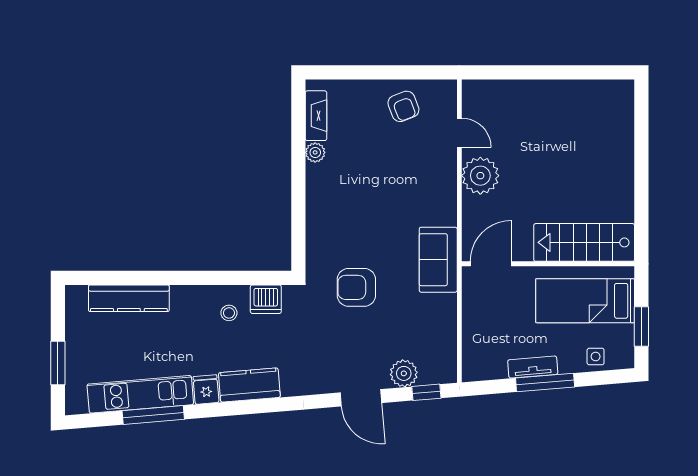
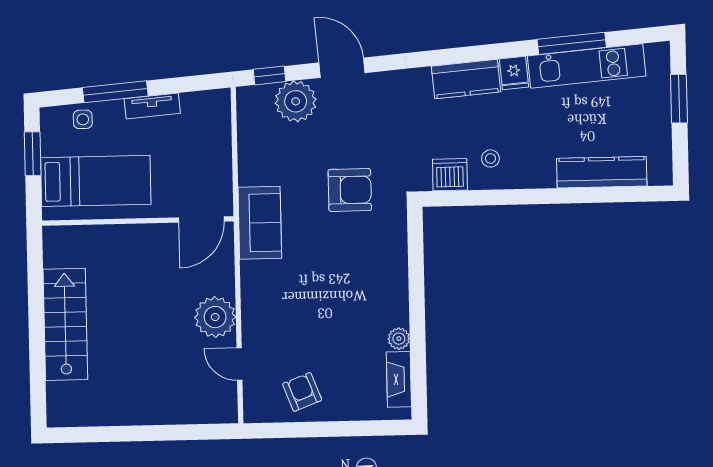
stairs: (584, 242) -> (65, 324), moved, turned -90
plant: (404, 373) -> (296, 101), width x1.36, depth x1.36
window: (545, 382) -> (115, 92), moved

